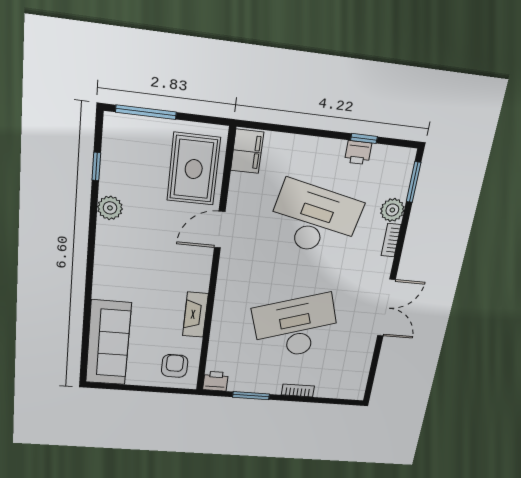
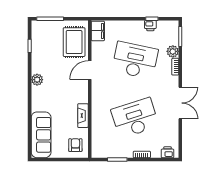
plant: (110, 208) -> (37, 80), moved
printer: (216, 381) -> (168, 152), moved

